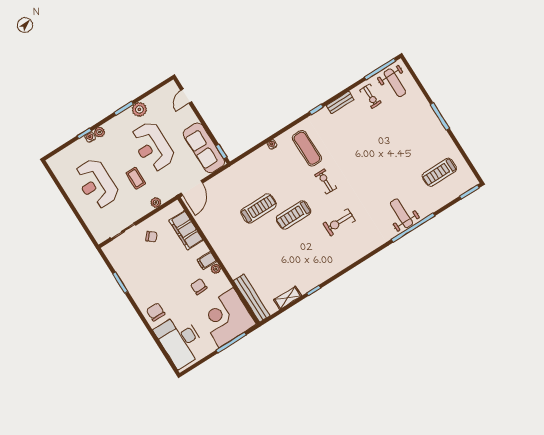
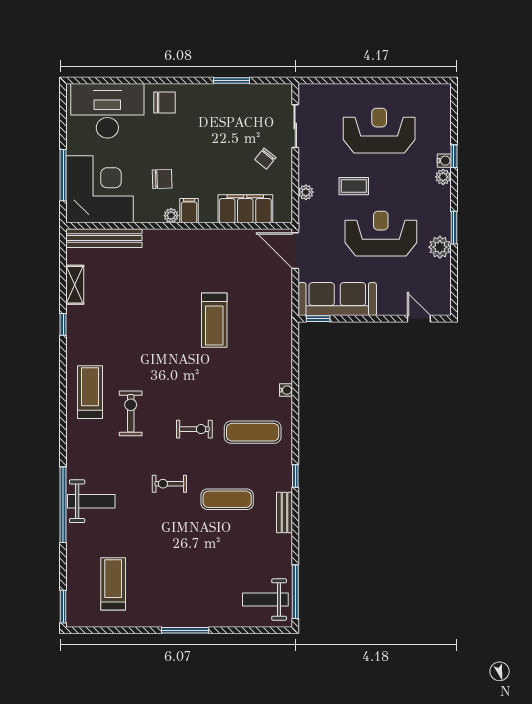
exercise bike: (371, 96) -> (169, 484), moved
exercise mat: (353, 139) -> (227, 499), added
treadmill: (294, 215) -> (90, 392), moved

